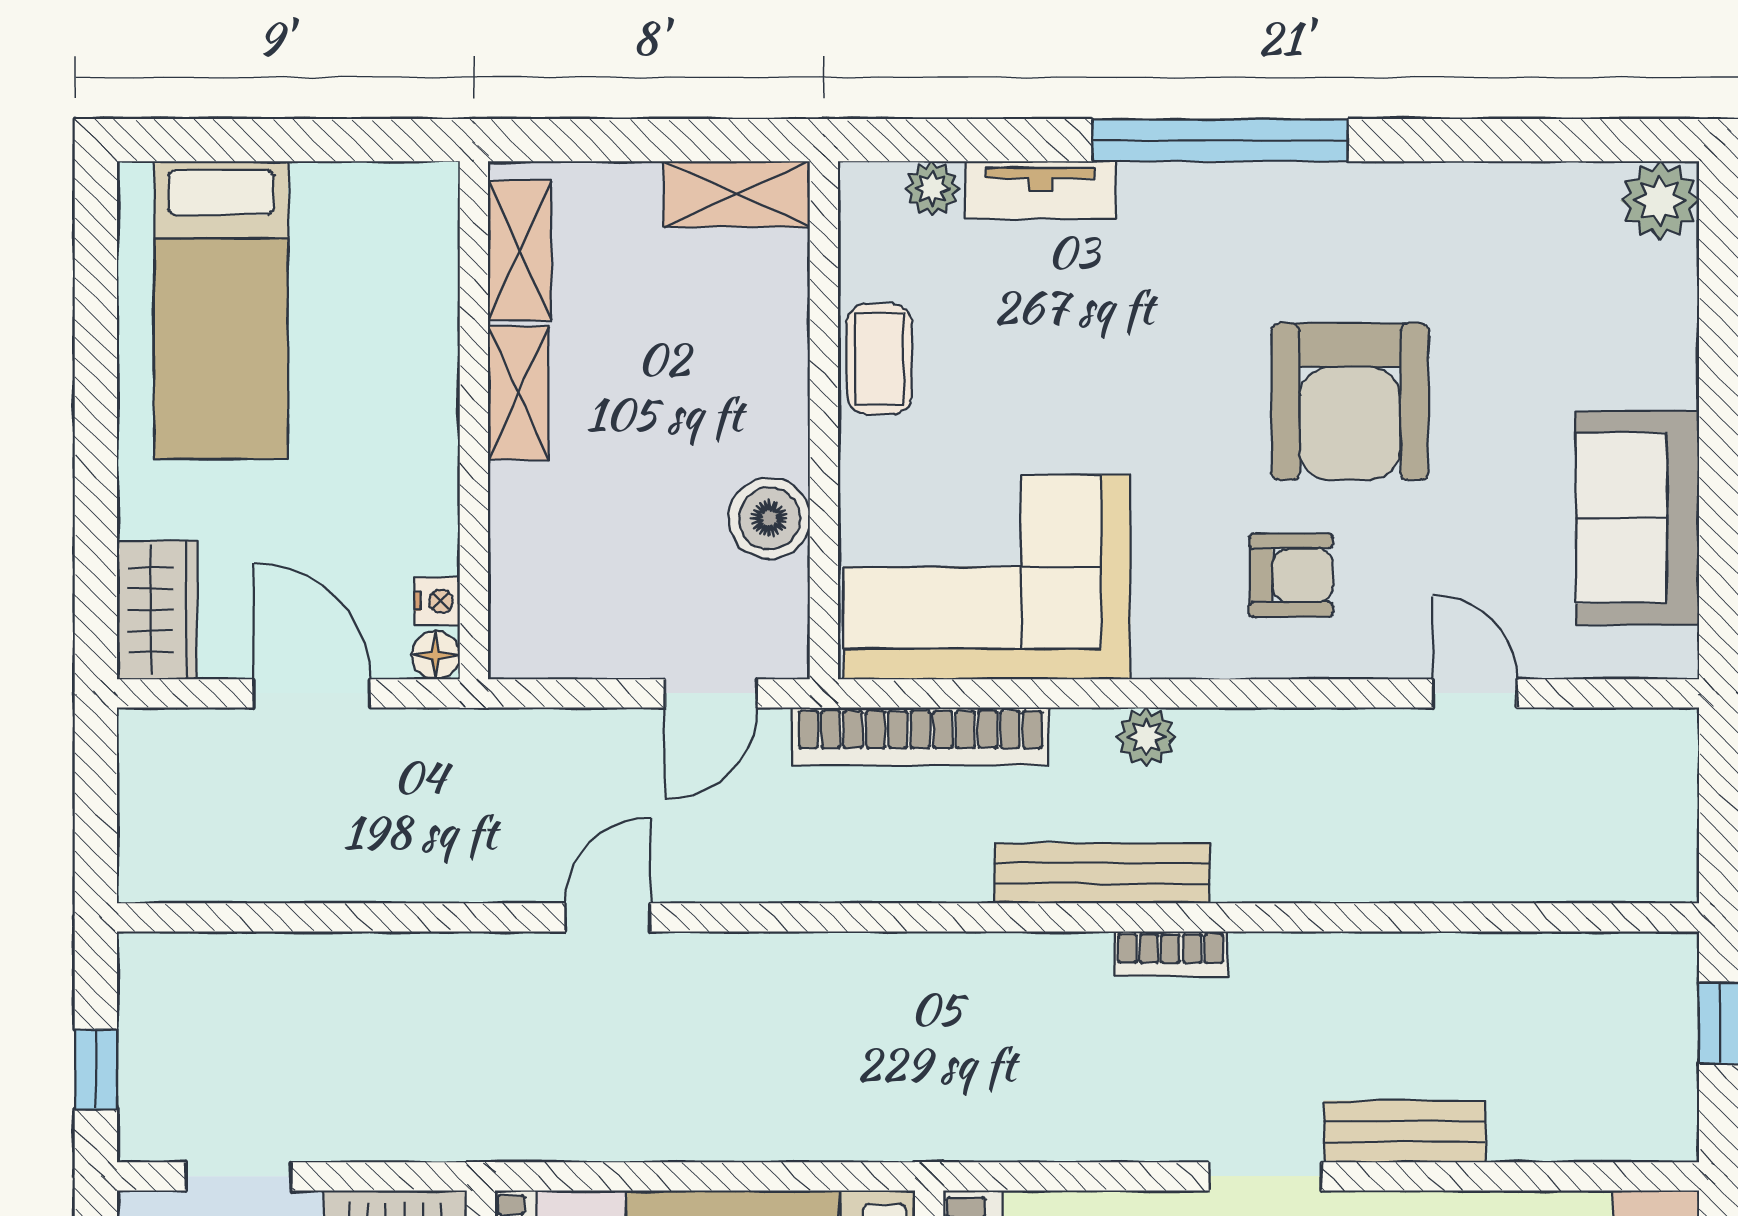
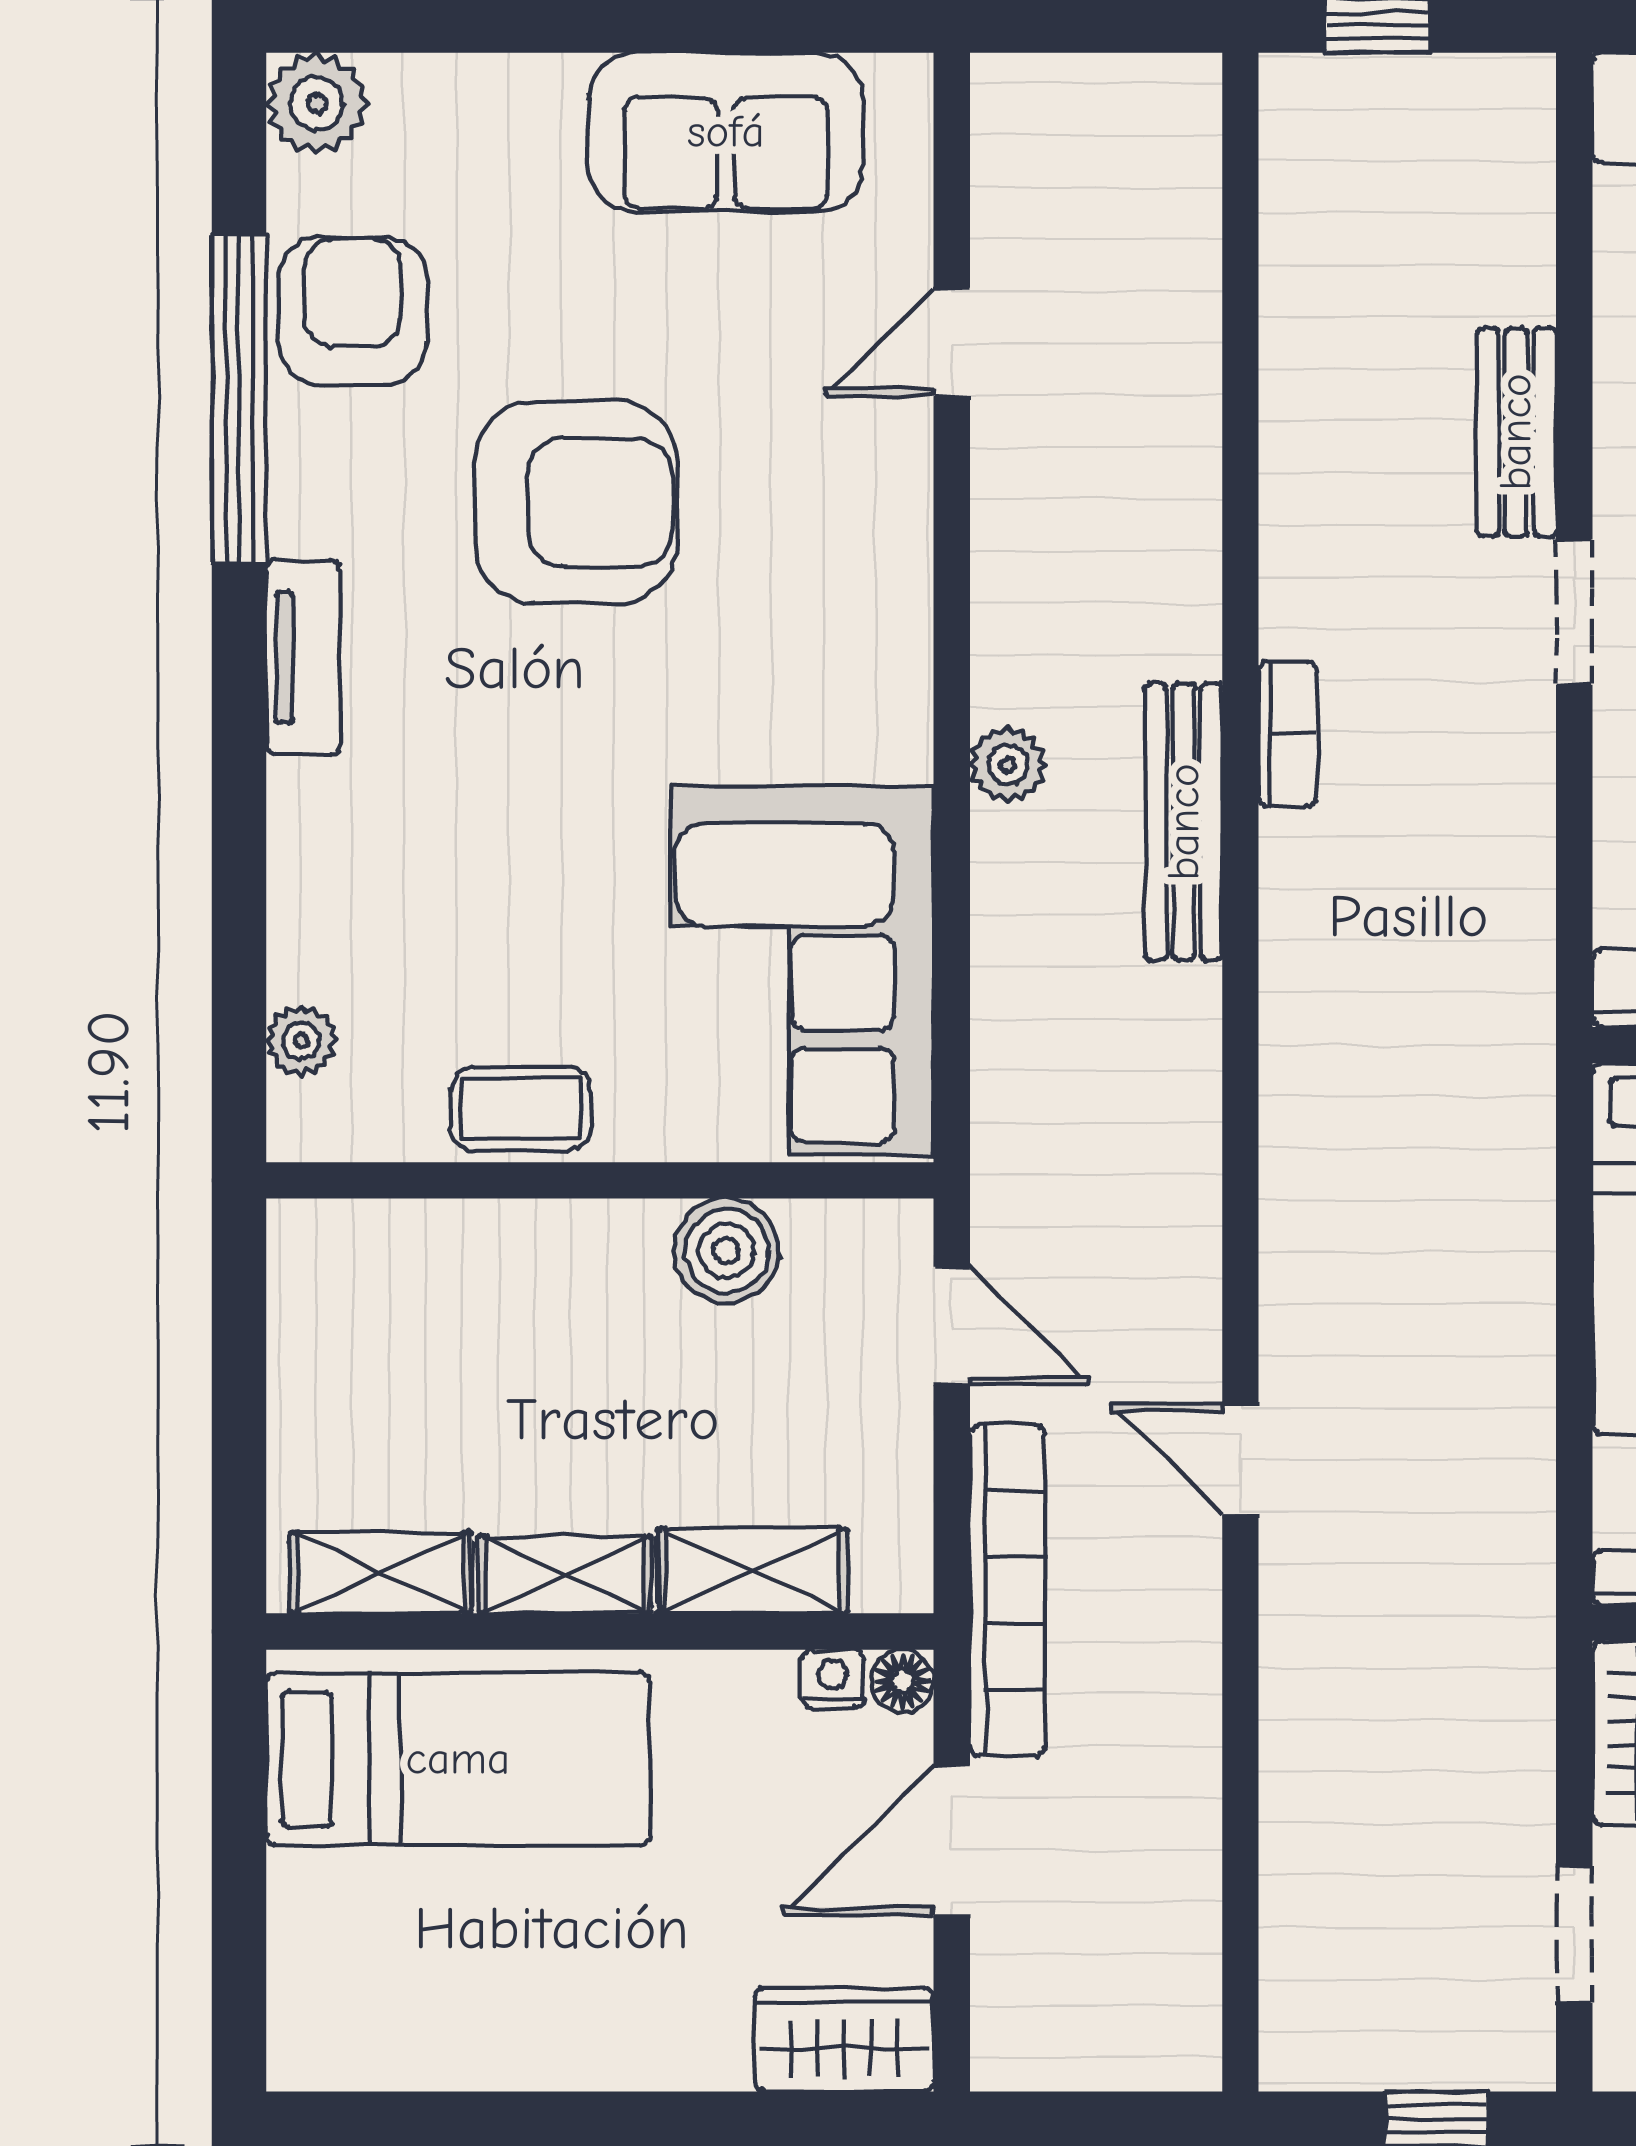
window: (1220, 140) -> (239, 399), moved
tv unit: (1040, 190) -> (303, 657), moved
shelving: (737, 194) -> (752, 1571), moved, turned 90
bed: (221, 310) -> (458, 1759), moved
armchair: (1291, 575) -> (353, 311), moved, width x1.38, depth x1.38
bookcase: (920, 736) -> (1007, 1590), moved

